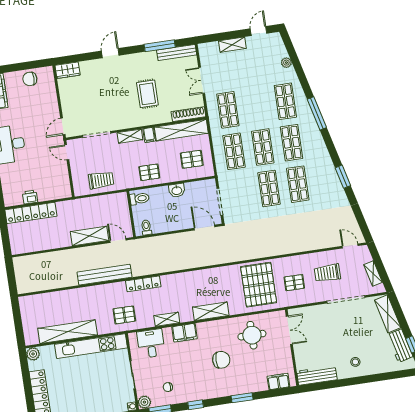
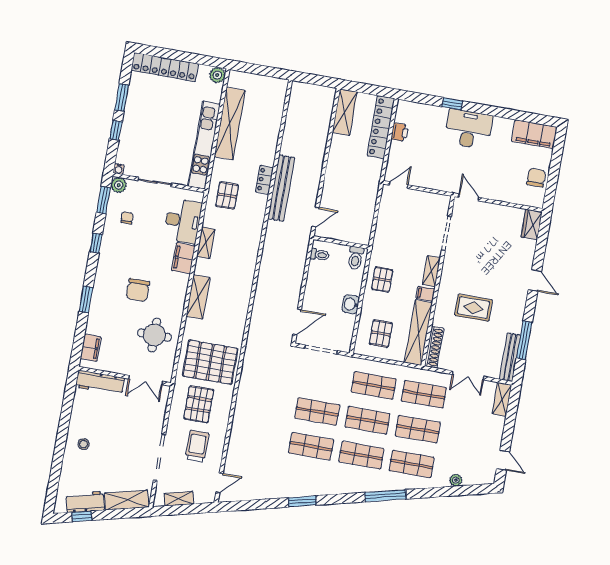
shelving: (232, 45) -> (502, 399), moved
double door: (202, 80) -> (468, 375), swing flipped
shop shelf: (257, 106) -> (418, 429), added
door: (67, 152) -> (399, 185), moved
trolley: (101, 180) -> (392, 221), removed
shelving: (89, 236) -> (345, 112), moved
pallet: (294, 283) -> (199, 404), width x1.50, depth x1.42
locker: (143, 284) -> (264, 180), moved, width x0.66
desk: (151, 343) -> (183, 221), width x1.37
workbench: (317, 375) -> (100, 383), moved, turned 90

